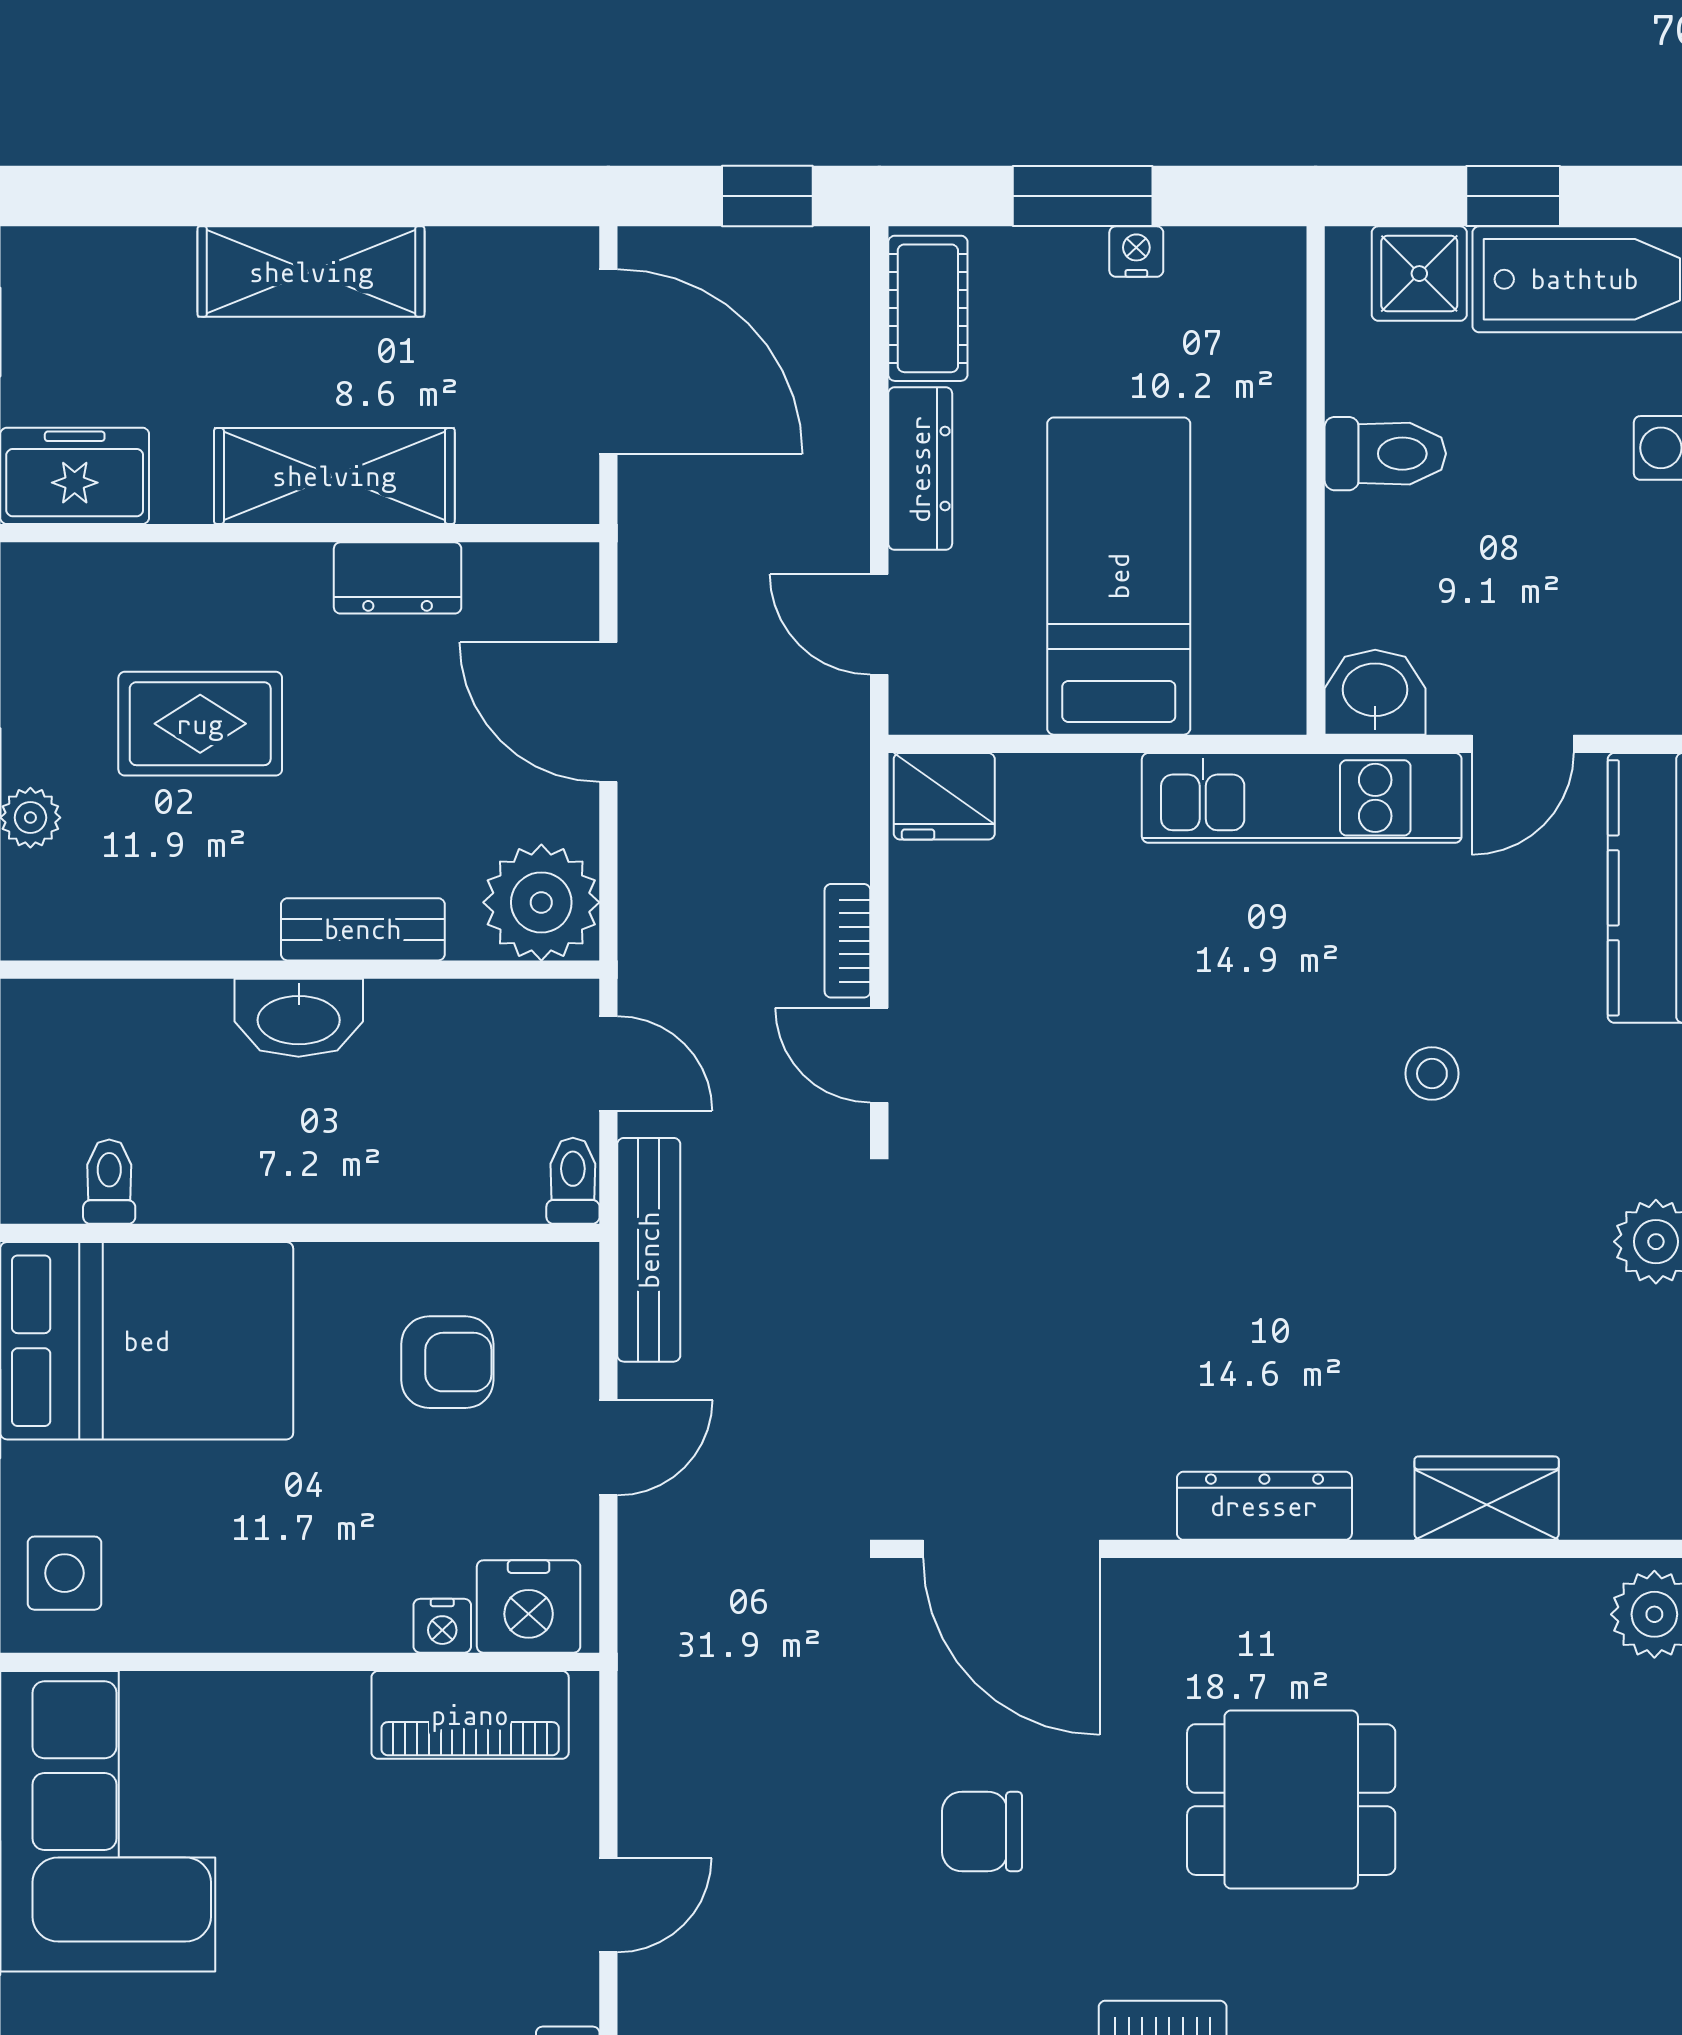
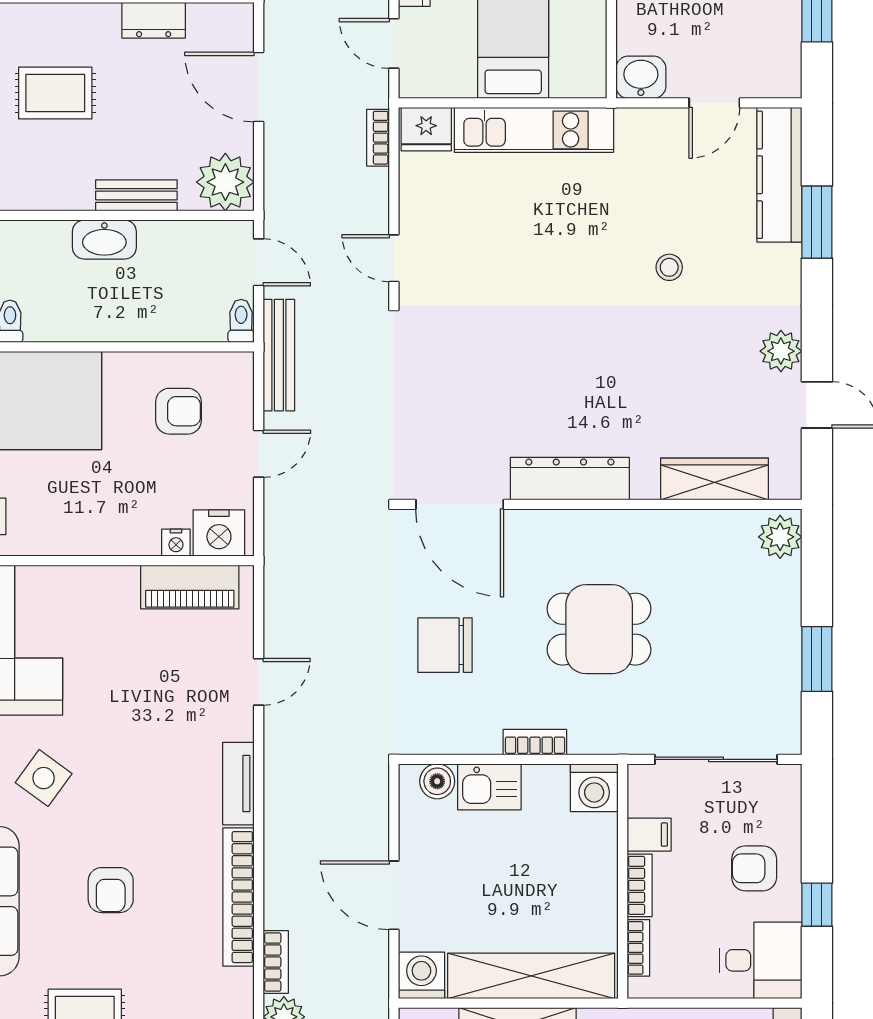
kitchen unit: (1302, 798) -> (534, 130), moved
bookcase: (847, 941) -> (378, 138), moved
wardrobe: (1487, 1498) -> (714, 479), width x1.50
dresser: (1264, 1506) -> (570, 479), width x1.37, depth x1.24
chair: (982, 1831) -> (445, 645), width x1.37, depth x1.37

